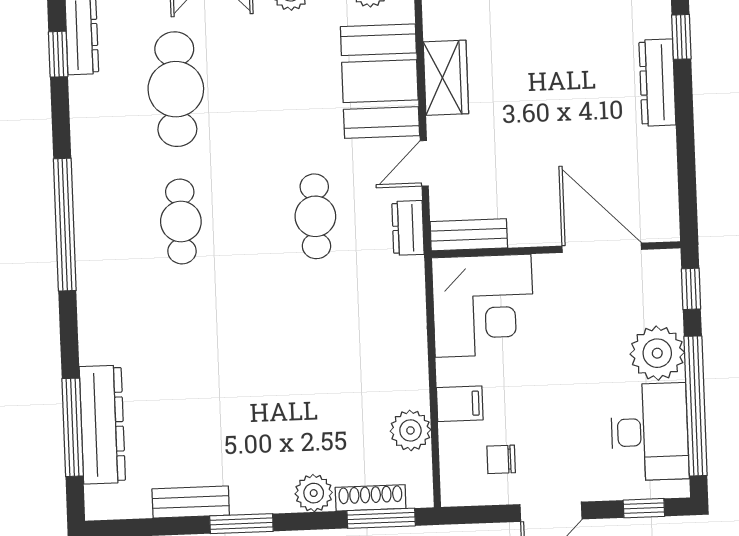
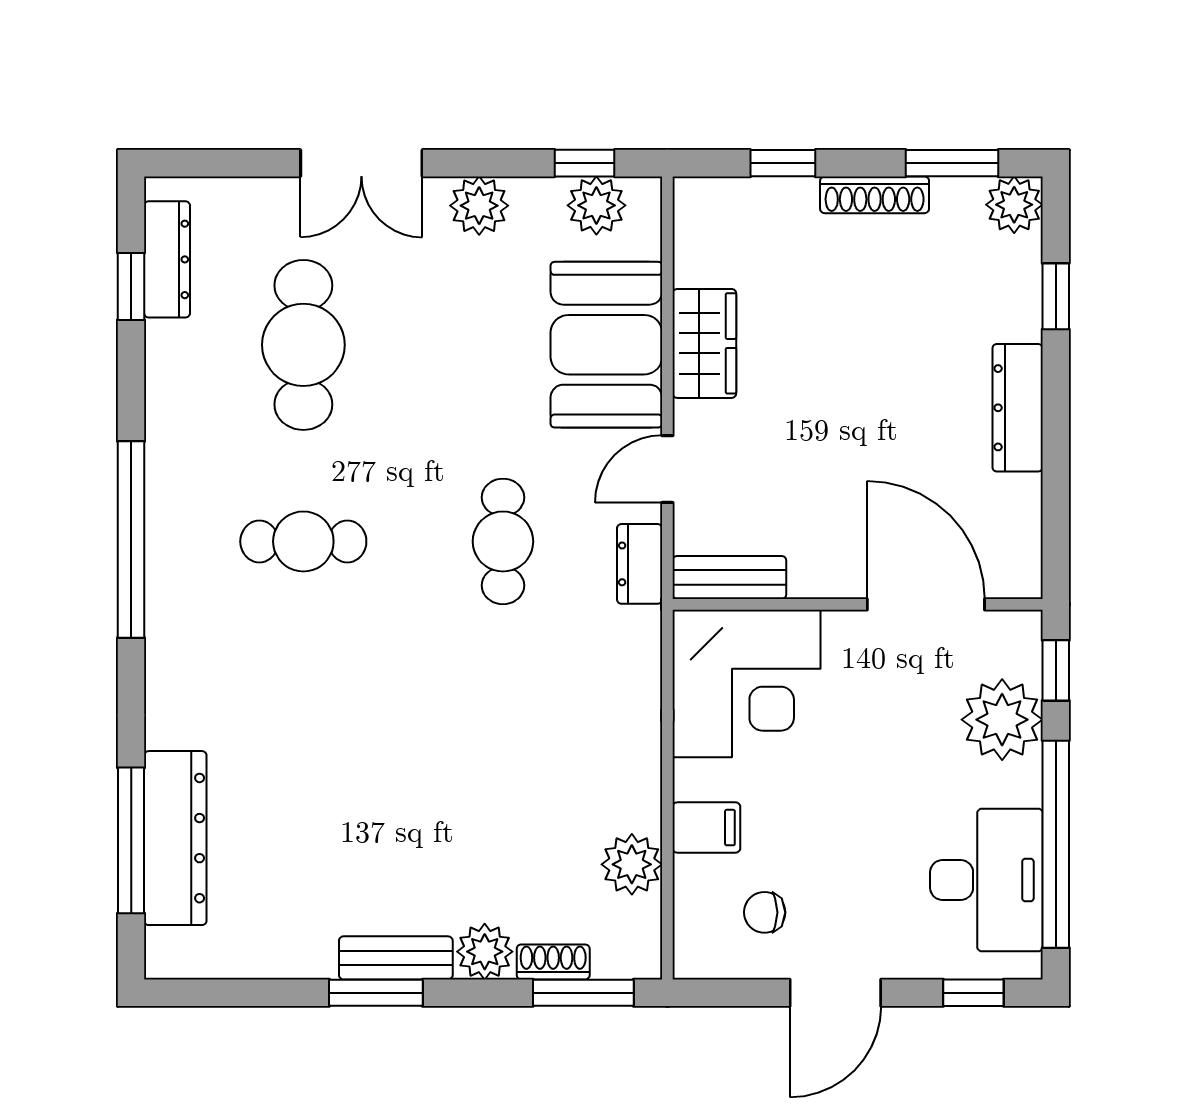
dresser: (657, 83) -> (1018, 408), moved
cafe table: (181, 221) -> (303, 541), turned 90
plant: (657, 353) -> (1002, 720), moved
shoe rack: (371, 498) -> (553, 962), width x0.70
bench: (191, 502) -> (396, 958), moved

